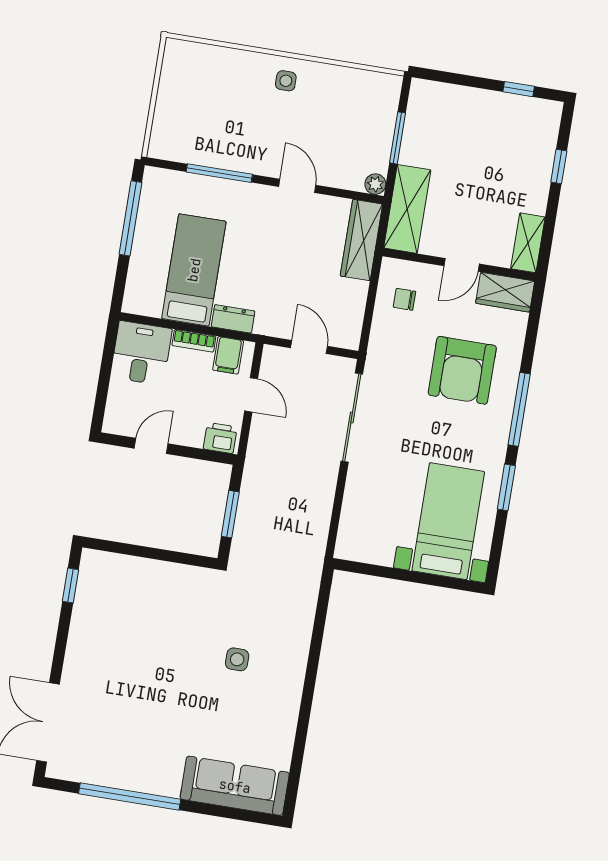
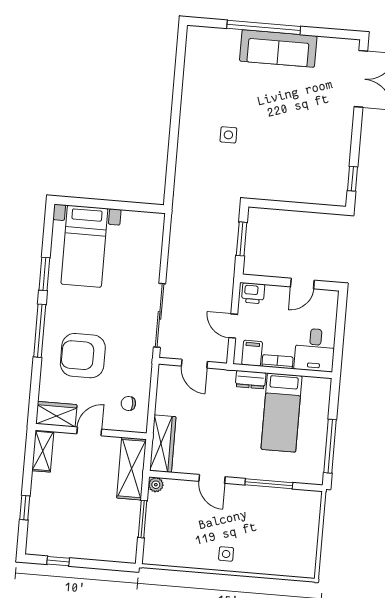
chair: (404, 299) -> (128, 403), turned 180
armchair: (462, 370) -> (83, 356), turned -90
sofa: (235, 786) -> (278, 48), moved
window: (130, 796) -> (264, 27), moved

